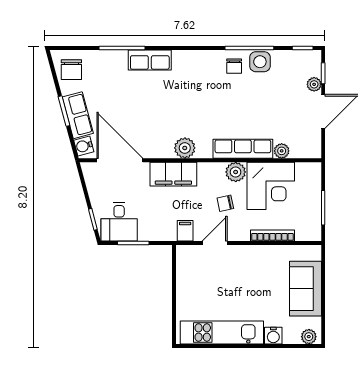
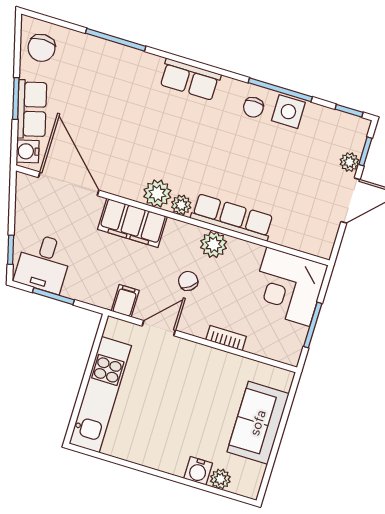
row of seats: (150, 60) -> (190, 79), moved
plant: (282, 151) -> (181, 205), moved
corner desk: (271, 186) -> (288, 287), moved, turned 90
chair: (225, 203) -> (188, 281), turned 64
bookcase: (272, 236) -> (226, 338), width x0.64
kitchen unit: (222, 332) -> (100, 395), moved, turned 90
plant: (309, 337) -> (220, 479), moved

